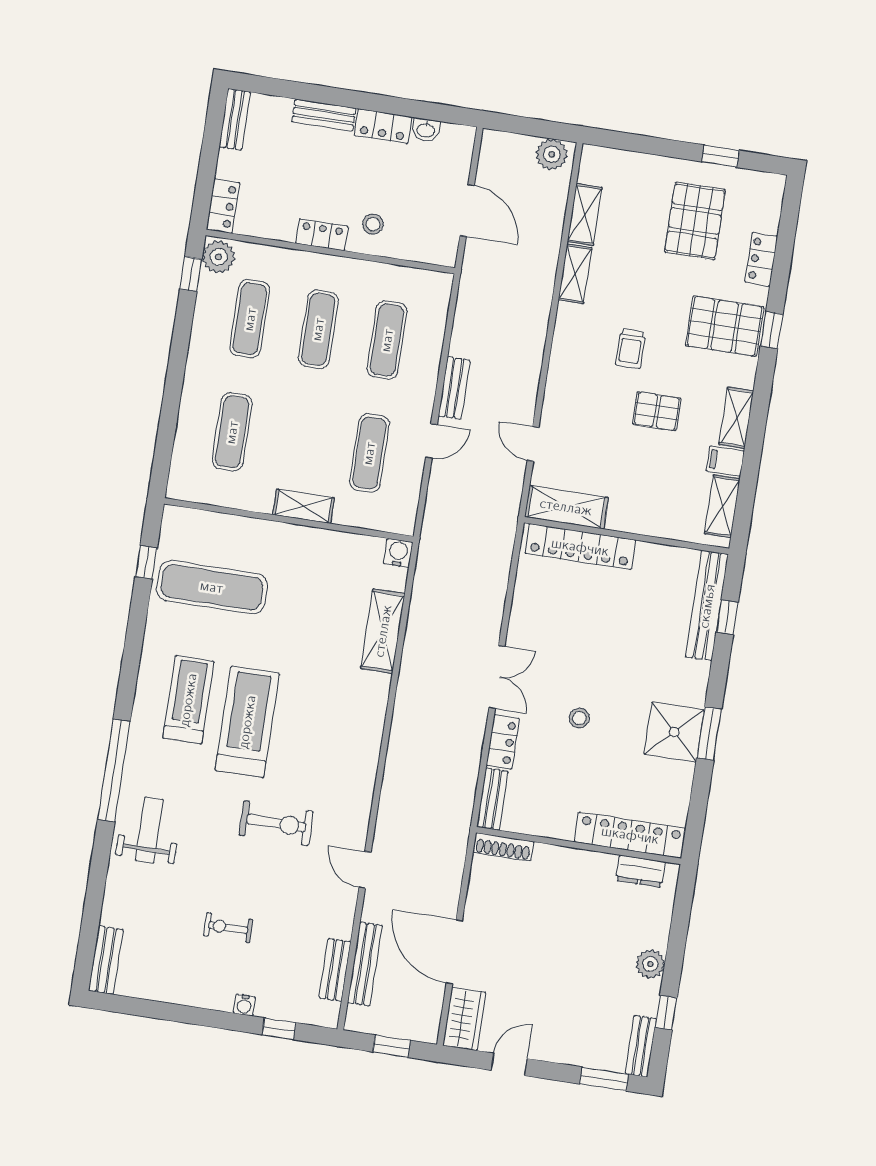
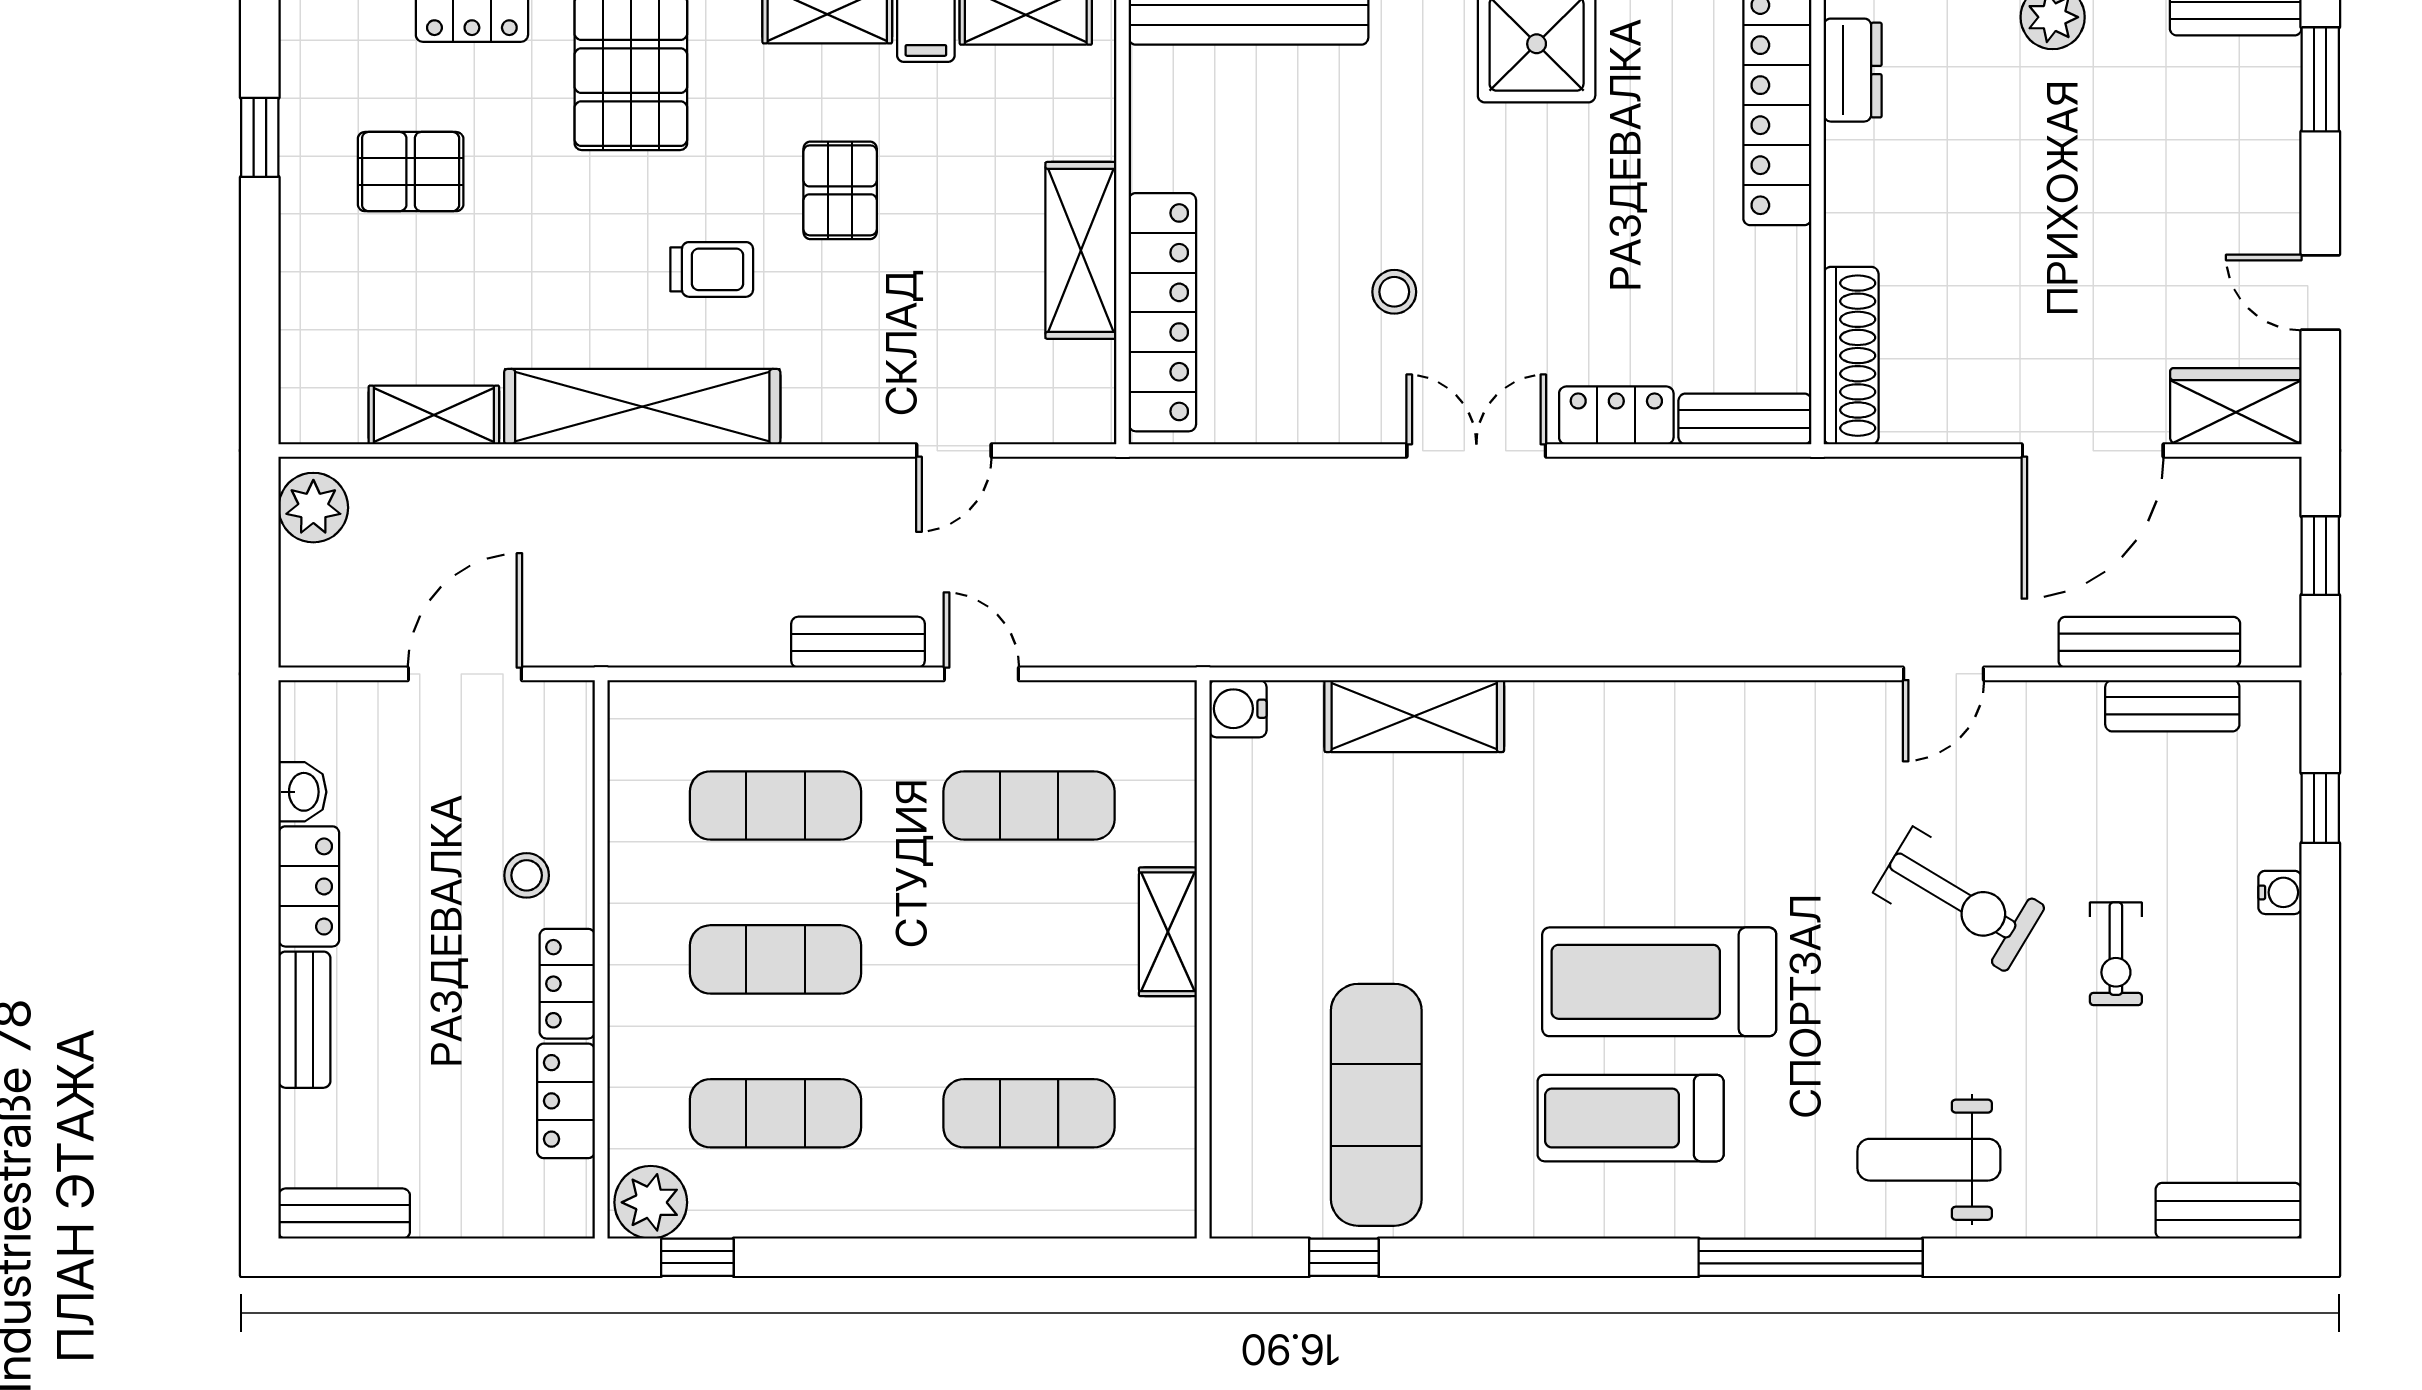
locker: (223, 206) -> (566, 1101), moved, turned -90
pallet: (695, 221) -> (411, 172), width x0.67, depth x0.71
shelving: (575, 274) -> (642, 407), width x2.20, depth x1.33
shelving: (566, 507) -> (1081, 250), moved
stool: (579, 718) -> (1394, 292), moved
exercise bike: (276, 823) -> (1959, 899), moved, turned 121
shoe rack: (503, 847) -> (1851, 356), width x1.36, depth x1.24

